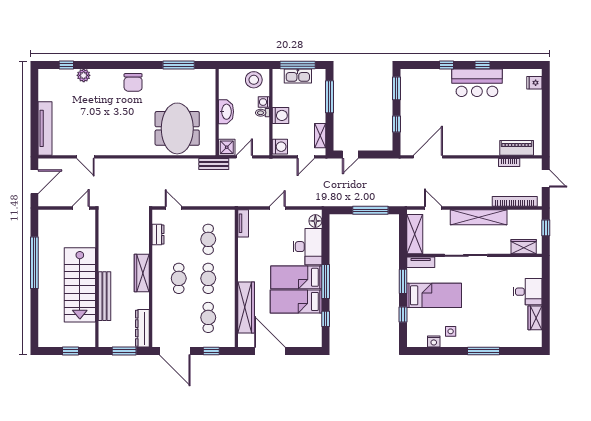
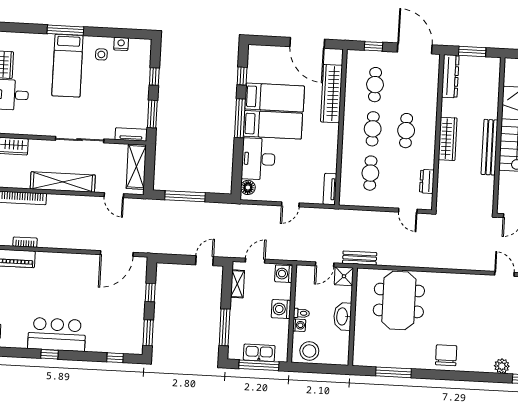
window: (446, 65) -> (115, 358), moved
bed: (434, 295) -> (67, 66), moved, turned -90
bench: (104, 296) -> (490, 147), moved

